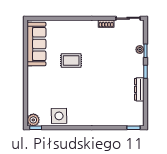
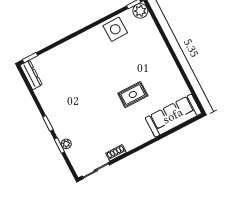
sofa: (36, 44) -> (173, 116), moved, turned 90
dresser: (139, 89) -> (31, 75), moved

